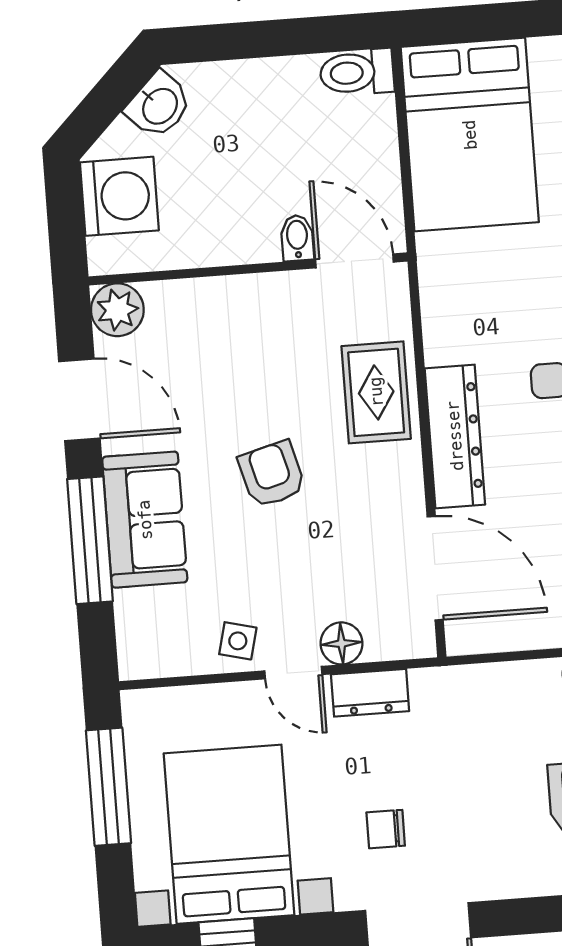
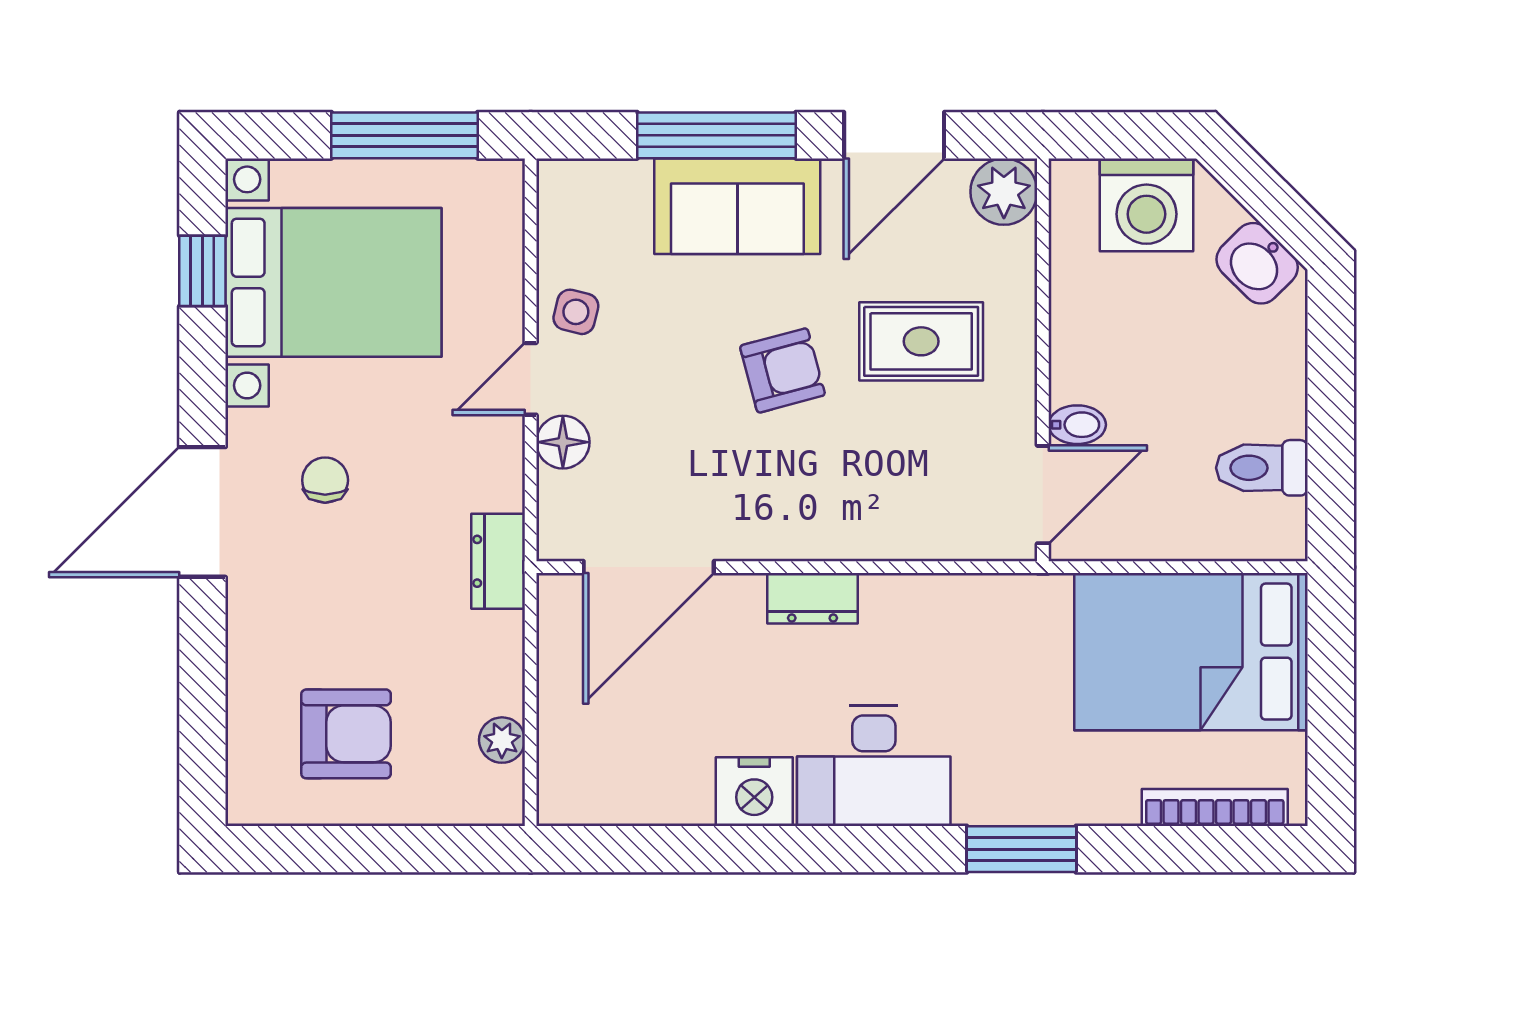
toilet: (357, 72) -> (1262, 468), moved, turned -90
rug: (376, 392) -> (921, 341), moved
dresser: (455, 436) -> (813, 598), width x0.51, depth x0.80
dresser: (370, 693) -> (498, 561), moved

